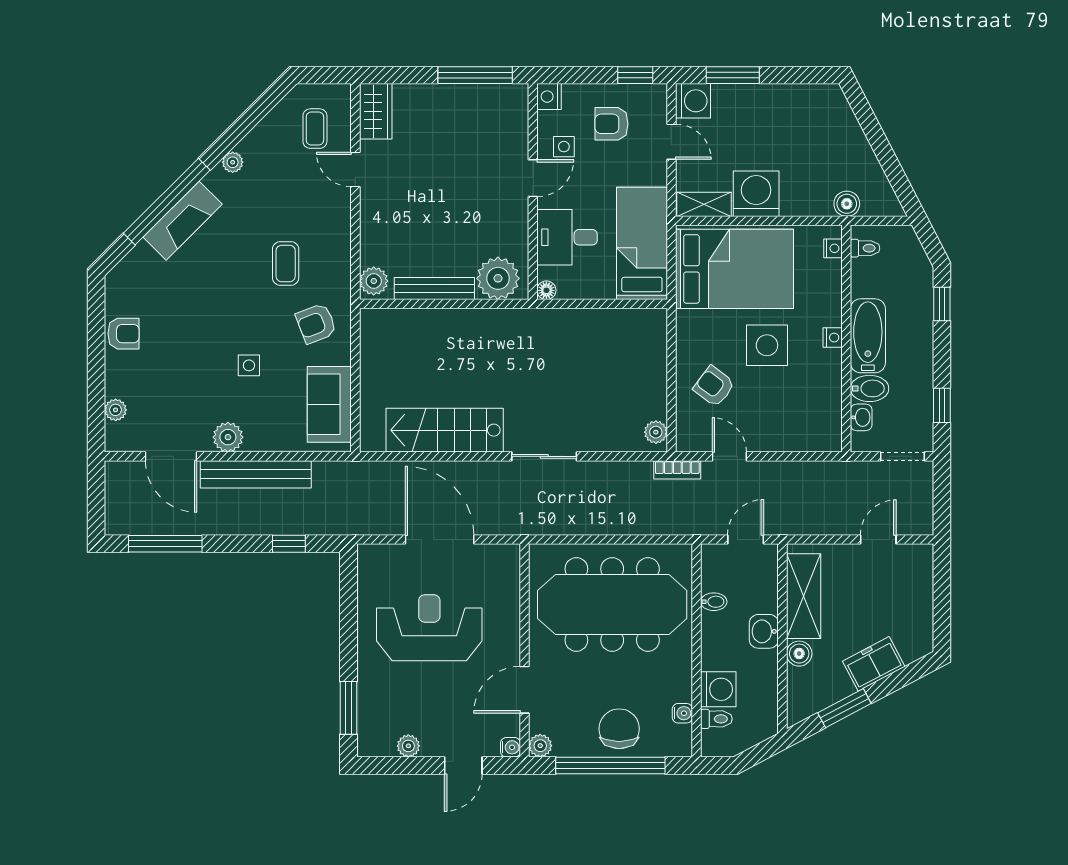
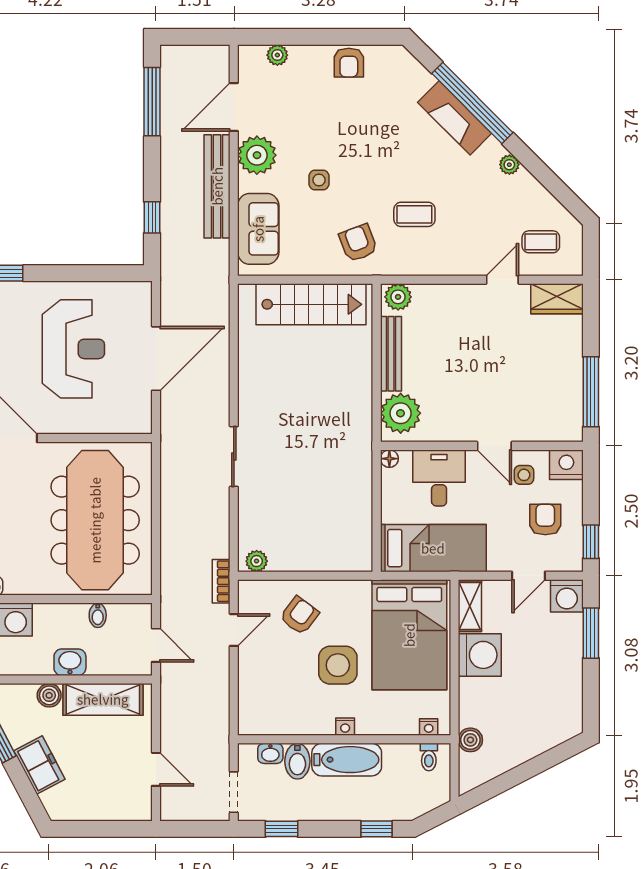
nightstand: (549, 97) -> (566, 465), width x1.36, depth x1.33
sofa: (329, 404) -> (258, 229), moved, turned 90
stairs: (445, 430) -> (311, 304), moved, turned 90
plant: (228, 437) -> (257, 155), width x1.36, depth x1.36

